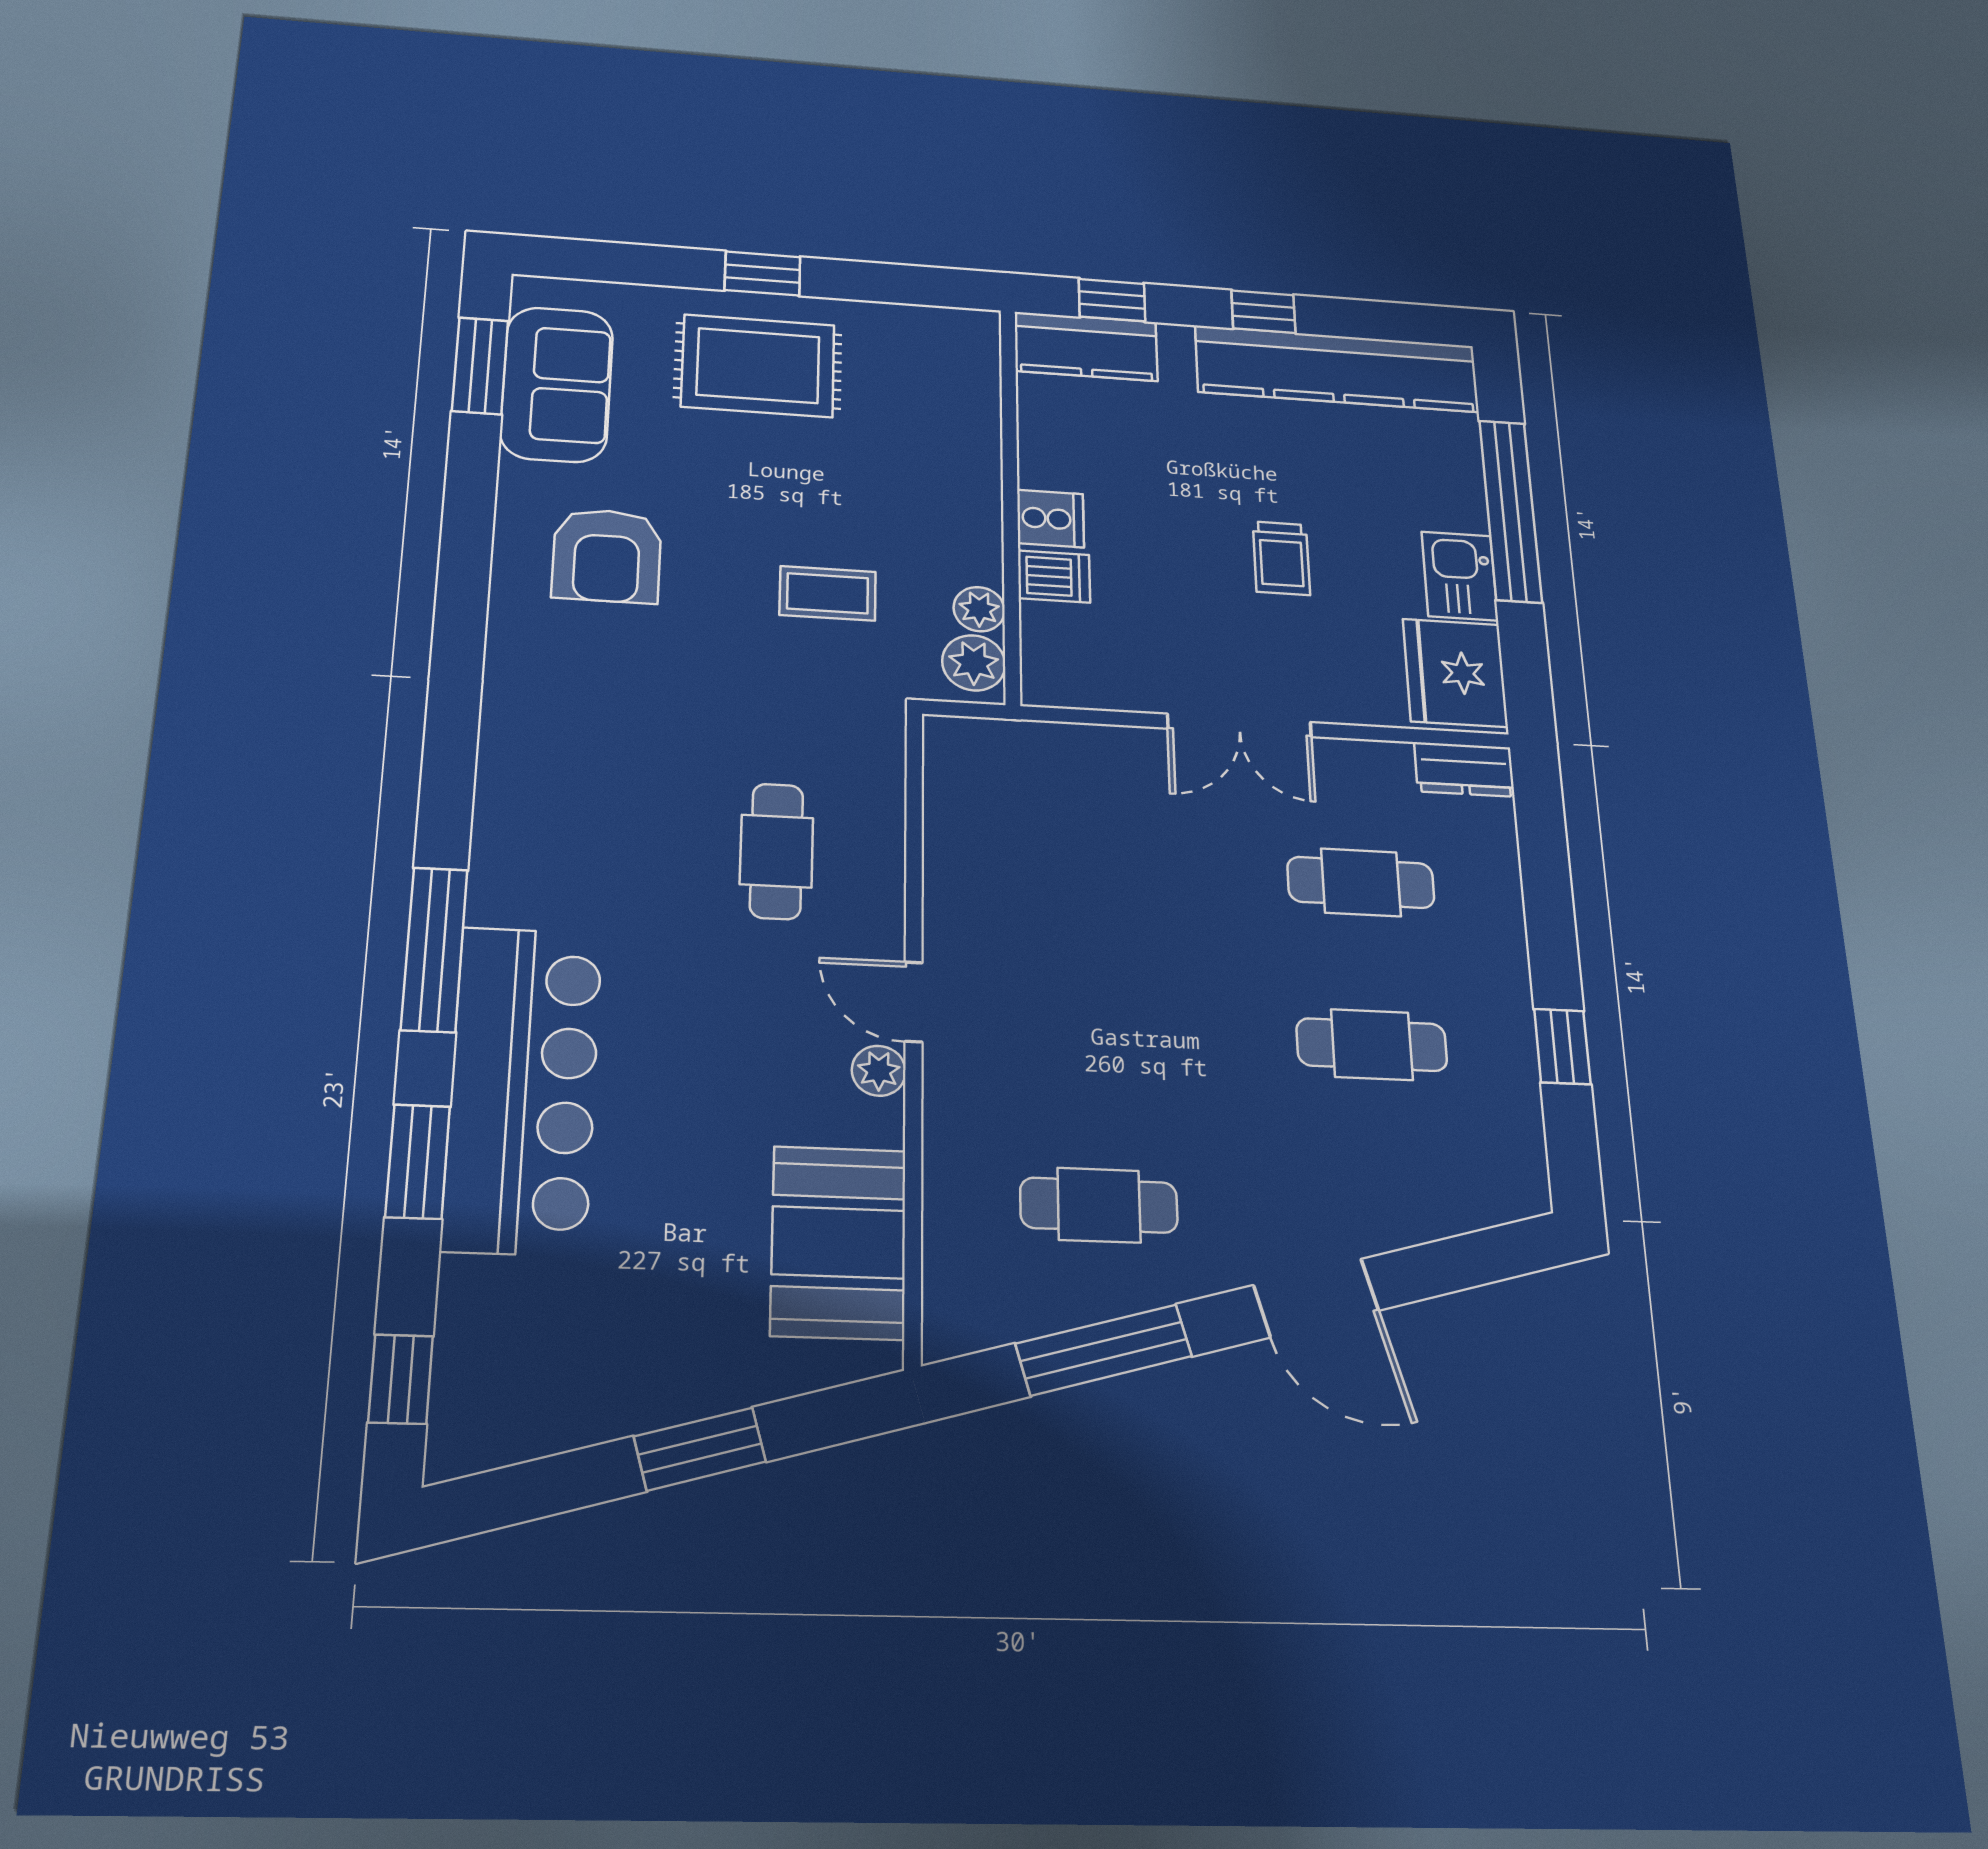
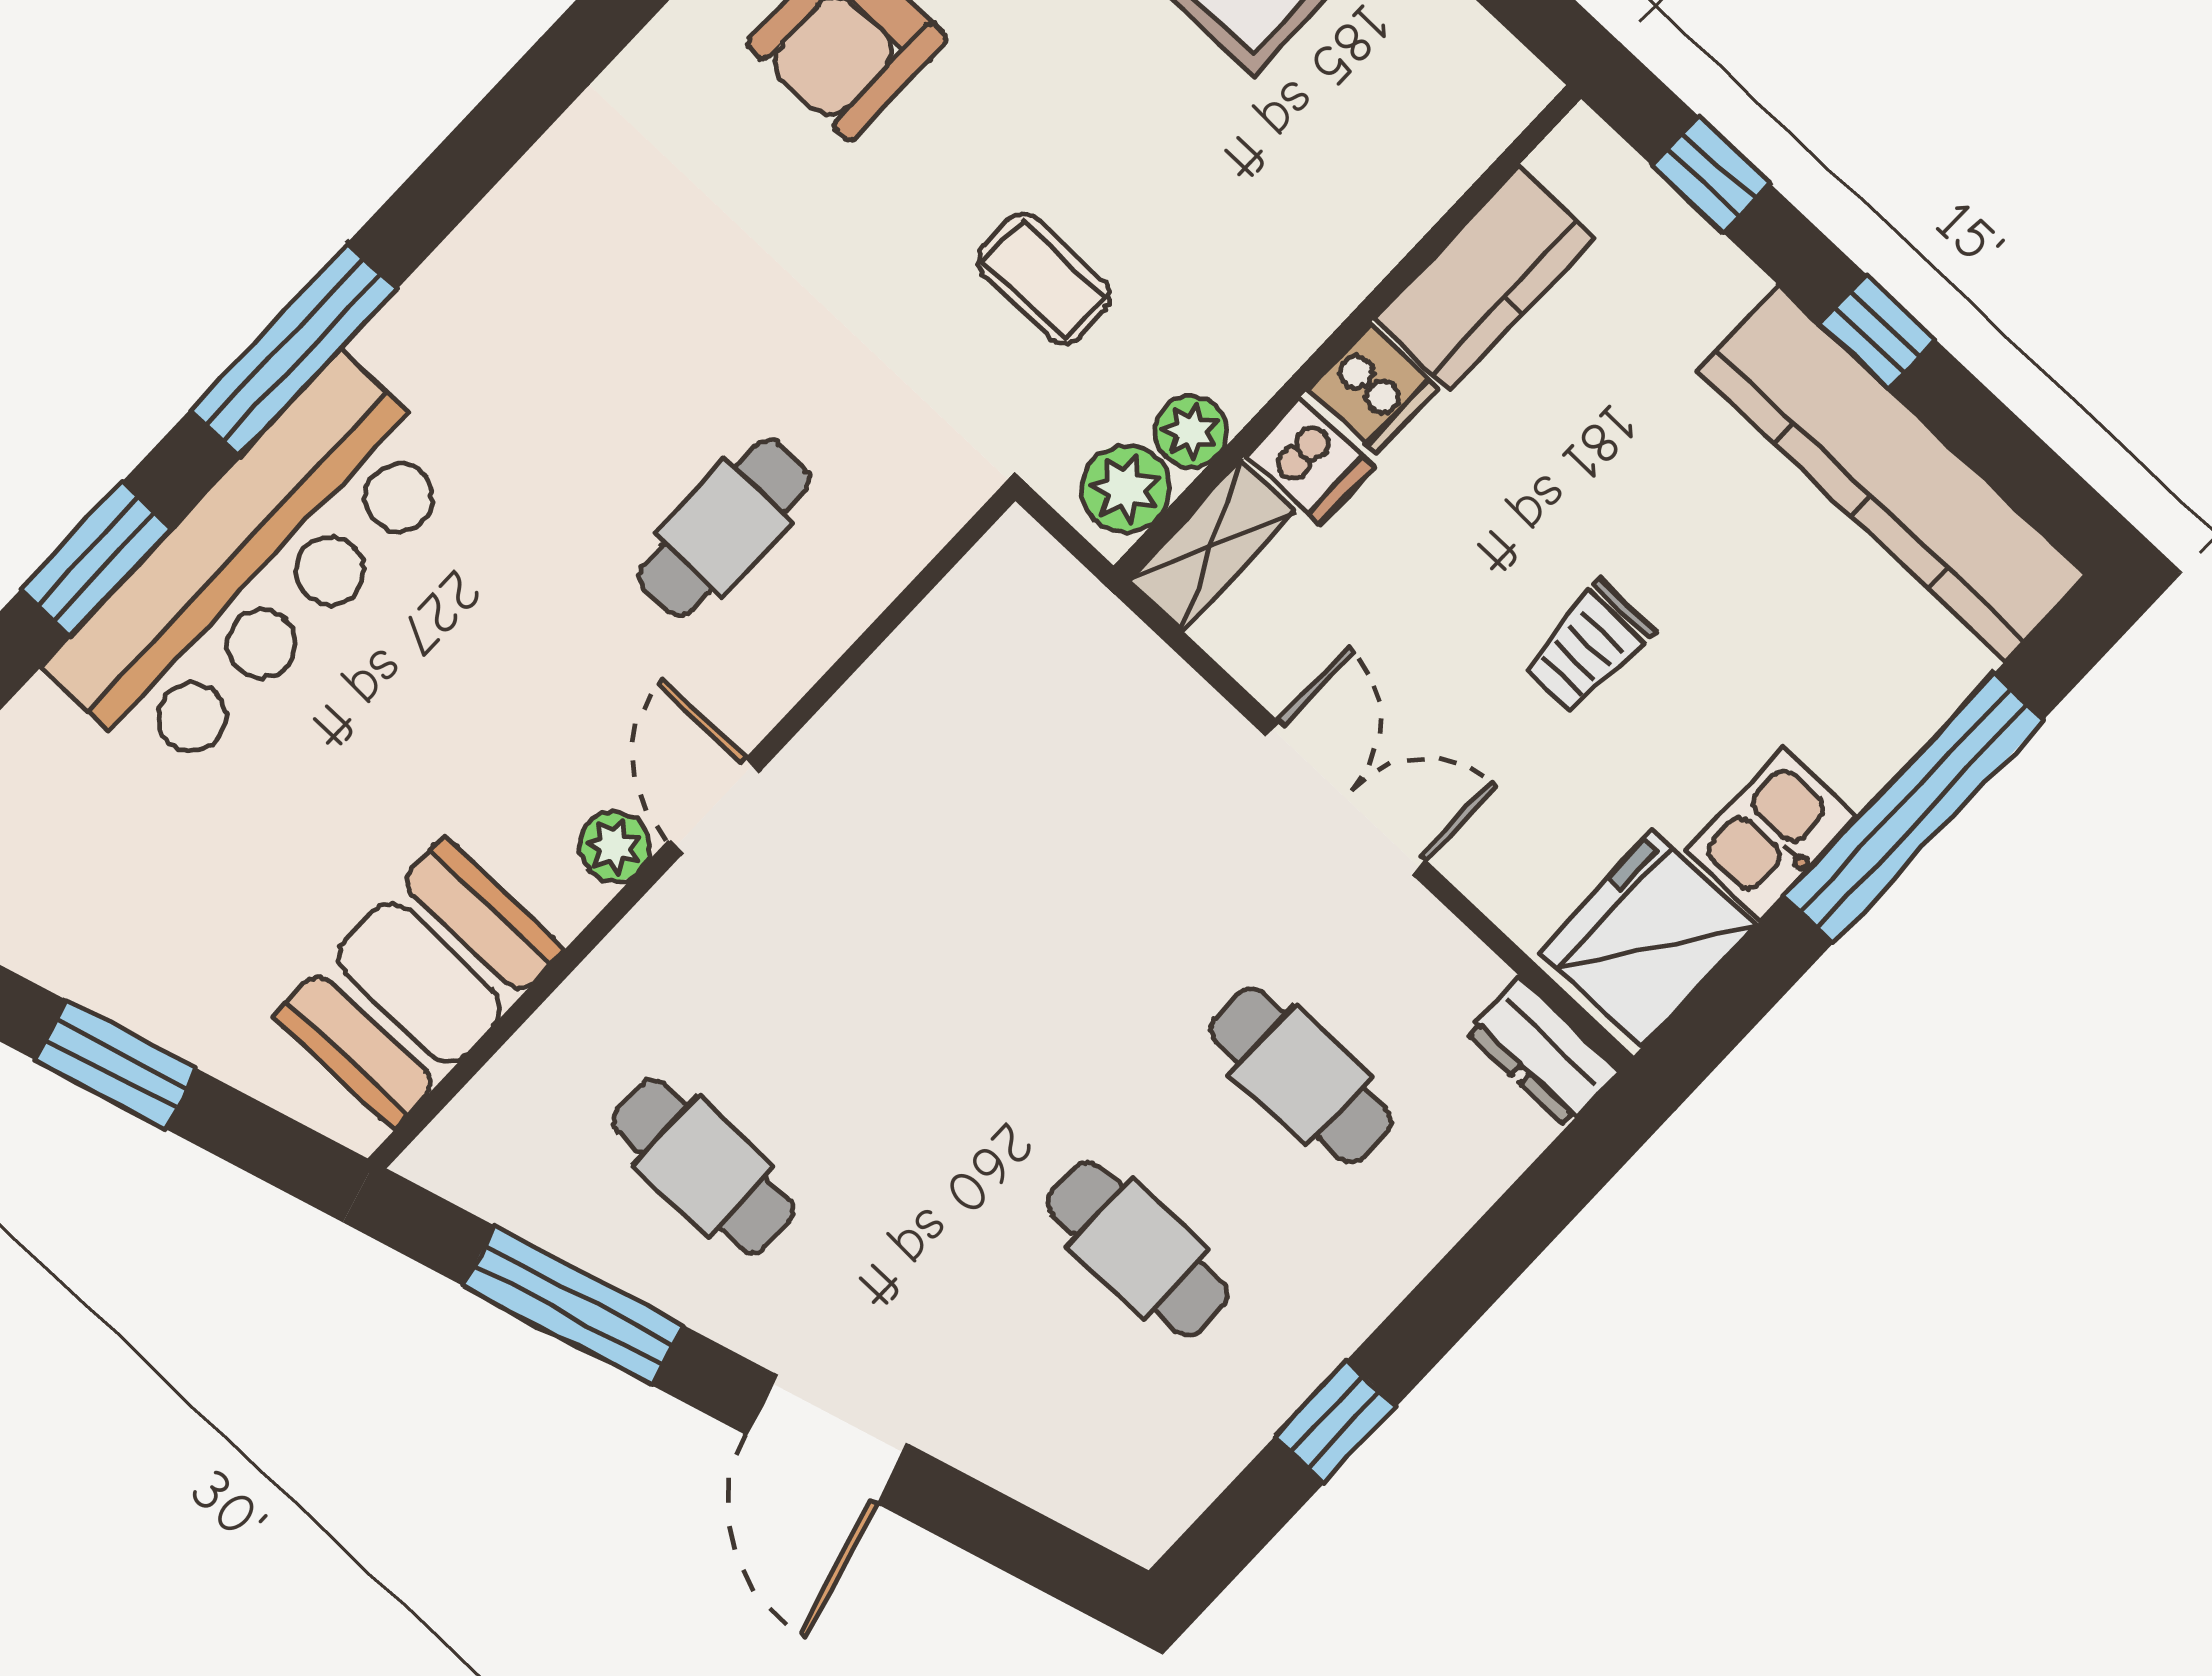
kitchen counter: (1086, 346) -> (1484, 278), moved, turned -90
shelving: (1046, 656) -> (1212, 545), added
double door: (1239, 725) -> (1345, 798), swing flipped

